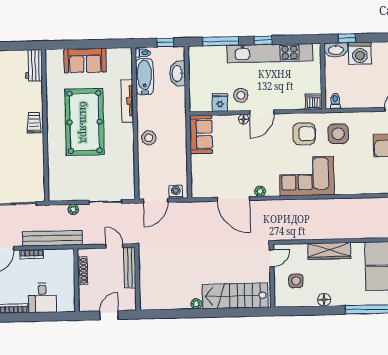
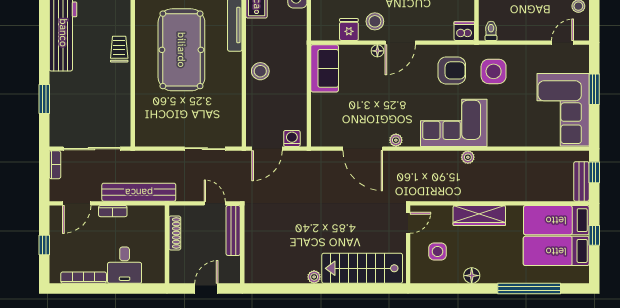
plant: (73, 209) -> (468, 157), moved

